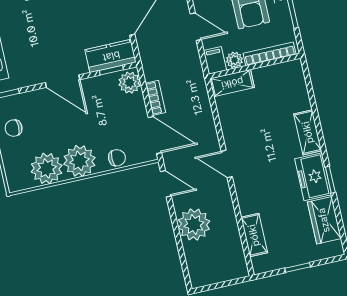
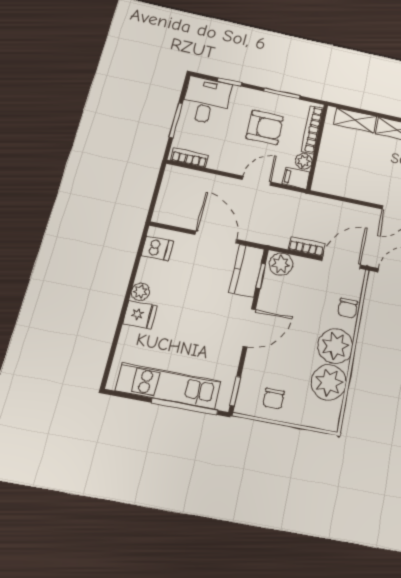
shelving: (232, 83) -> (355, 120), moved, turned 90
chair: (117, 158) -> (348, 308), turned 180

